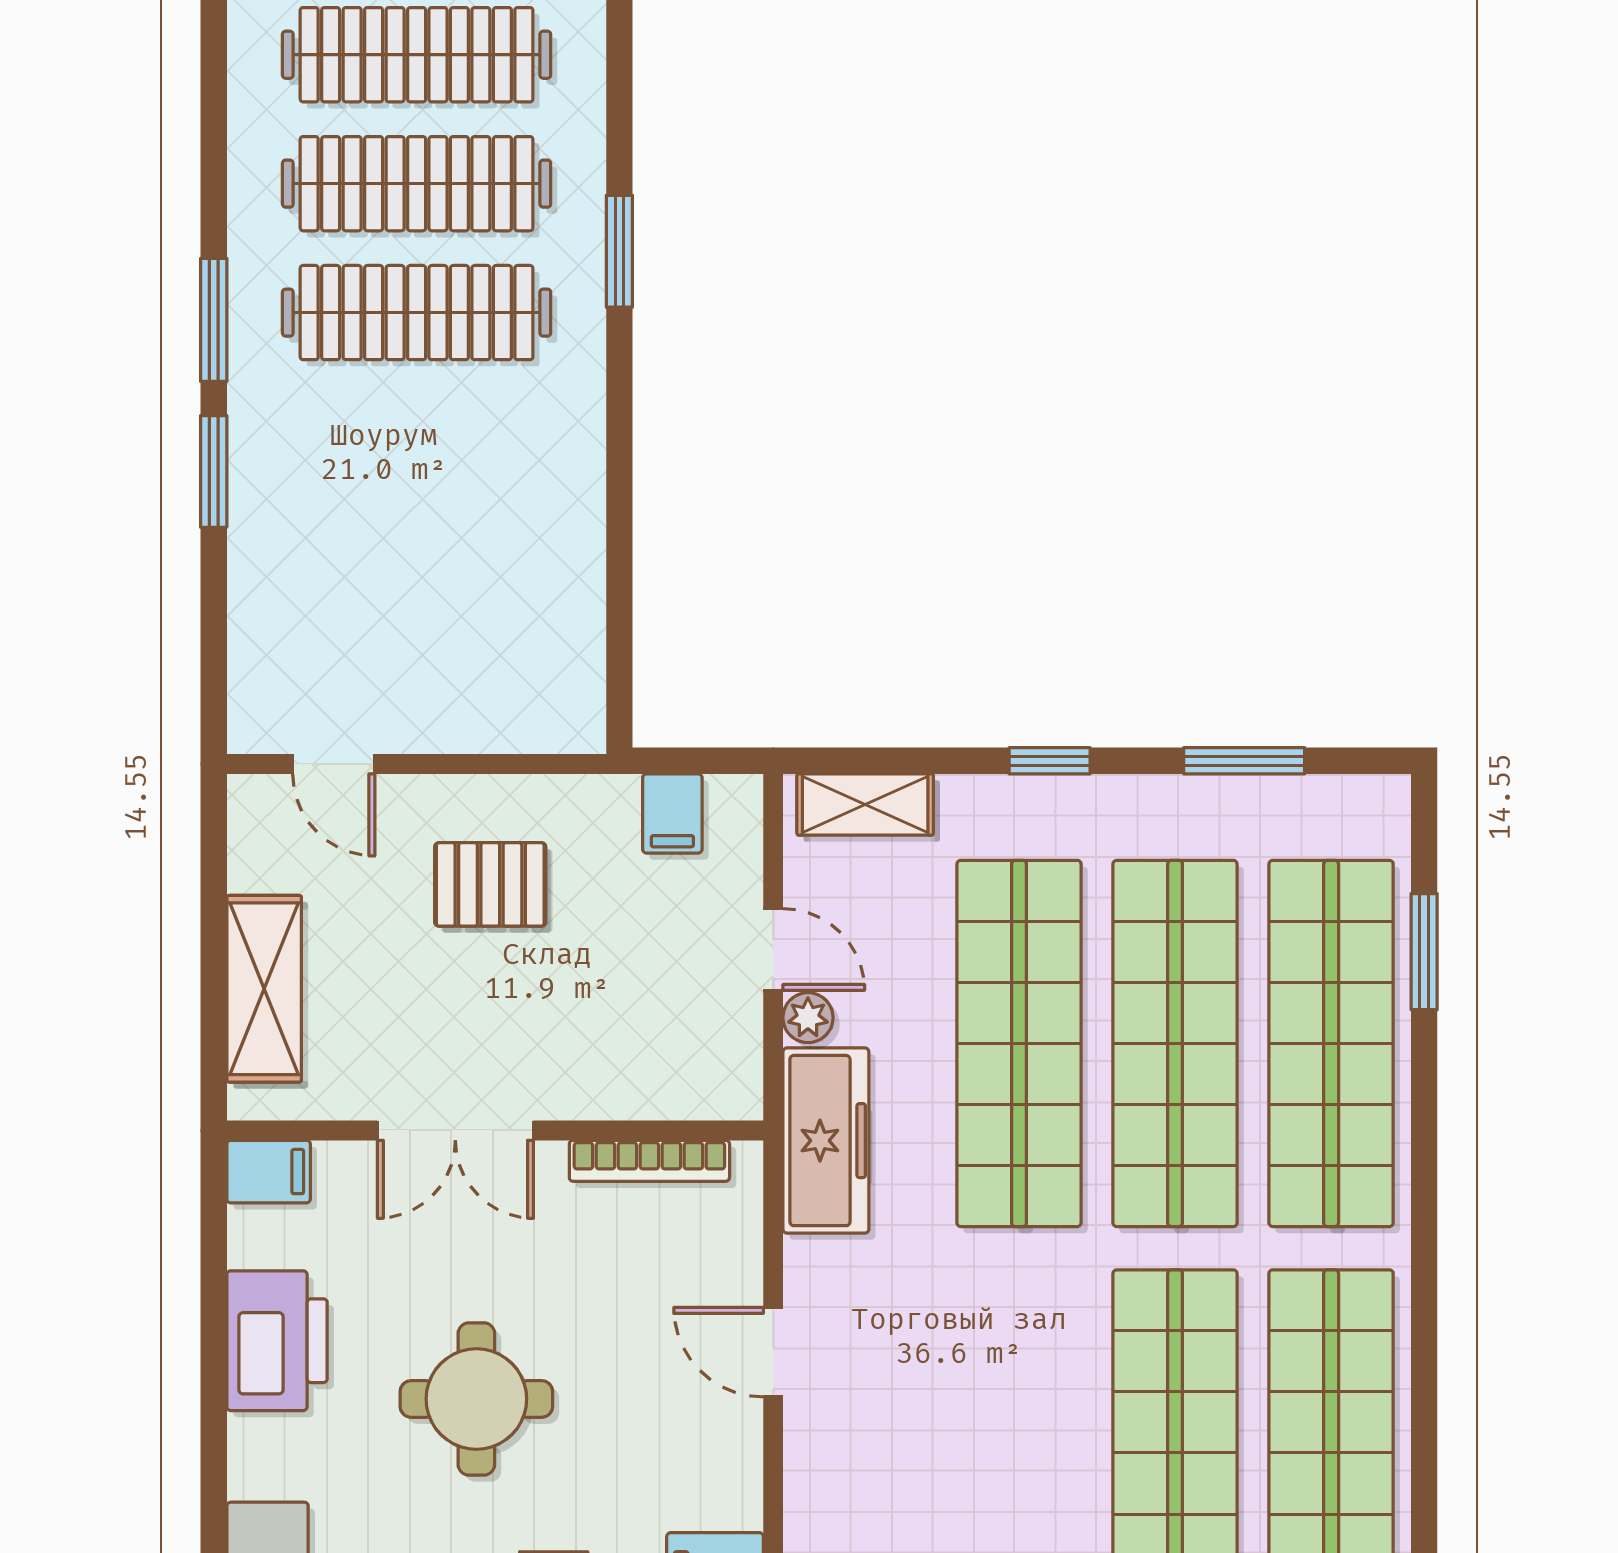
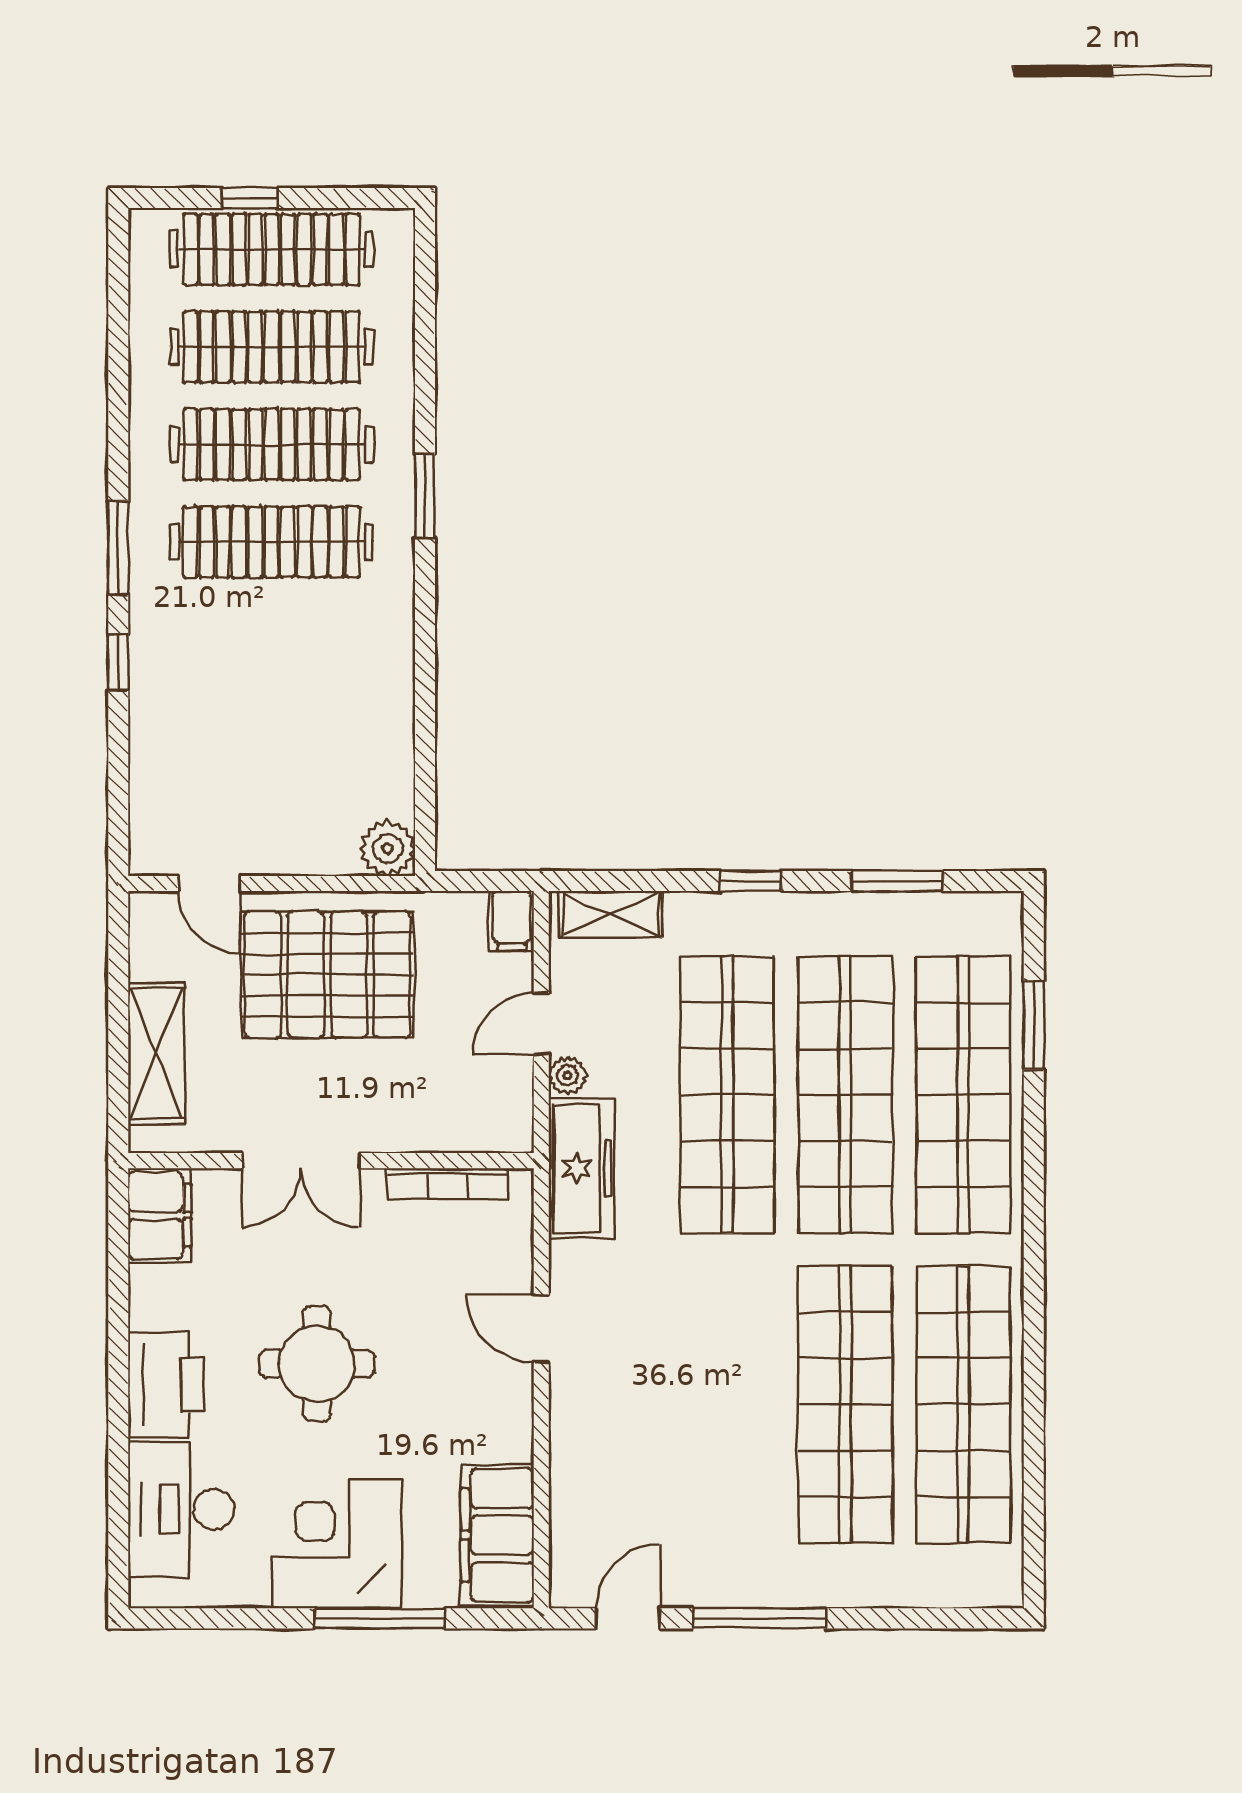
window: (214, 471) -> (118, 662), width x0.67
plant: (570, 718) -> (388, 849), added
filing cabinet: (672, 814) -> (511, 921), moved
pallet: (490, 884) -> (327, 975), width x2.05, depth x2.00
door: (773, 950) -> (541, 1024), swing flipped
filing cabinet: (269, 1172) -> (160, 1215), width x2.00
printer: (277, 1341) -> (166, 1385), moved

